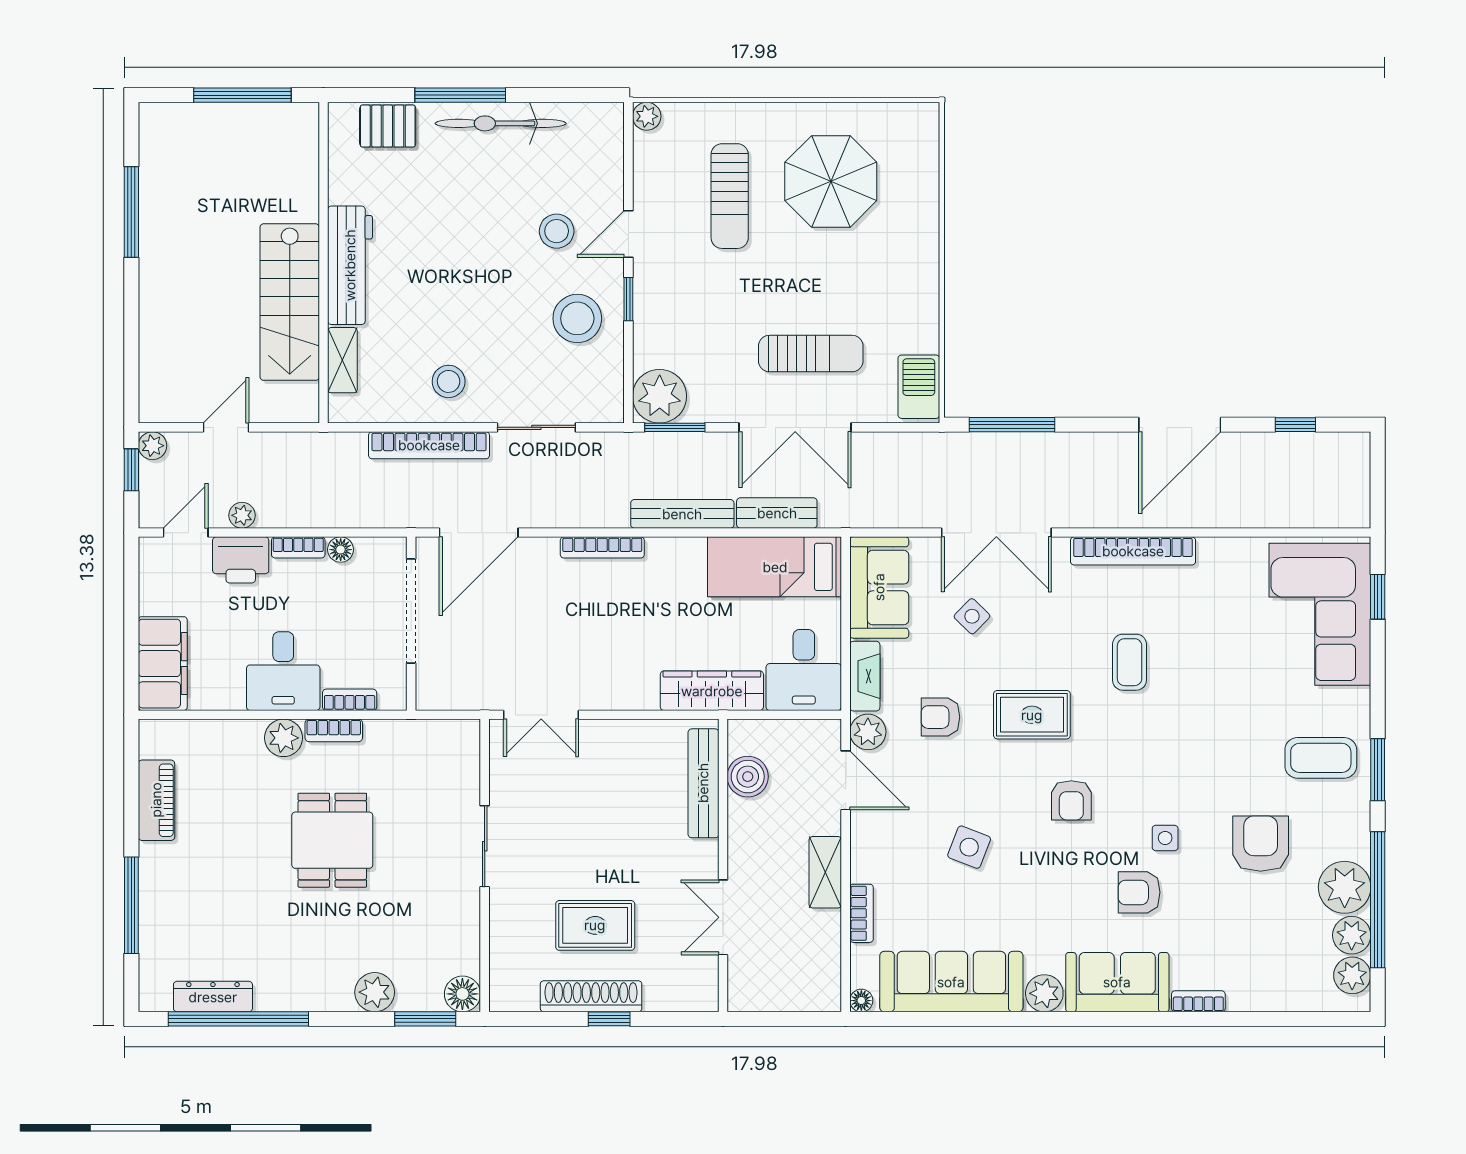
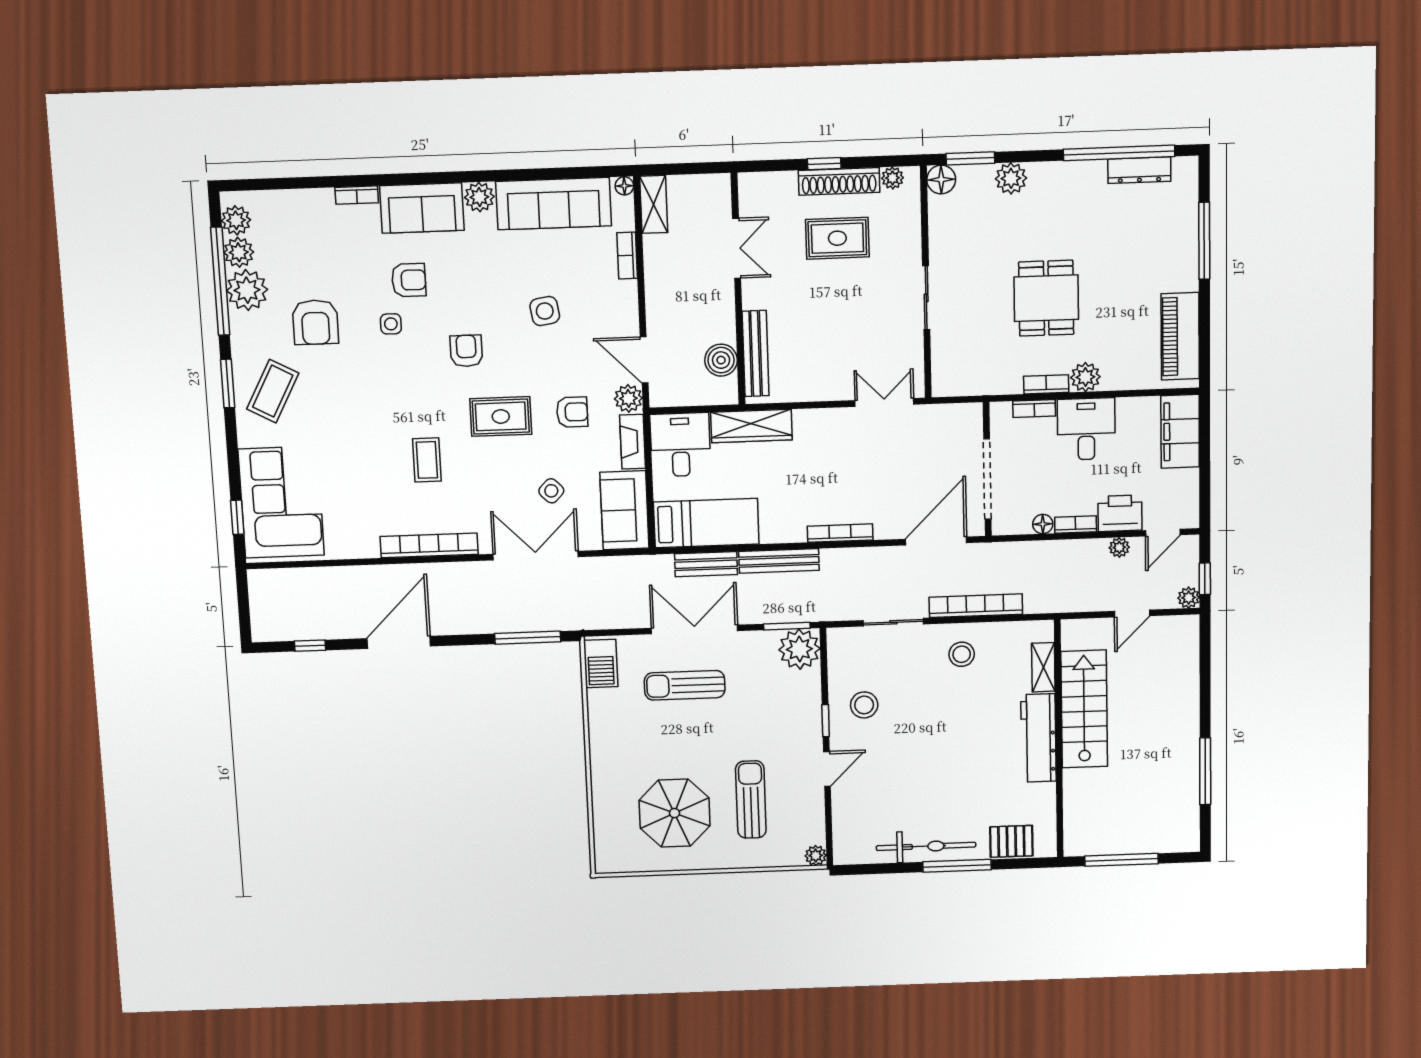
stool: (557, 231) -> (882, 769), removed
stool: (577, 318) -> (864, 705), width x0.73, depth x0.73
coffee table: (1321, 758) -> (273, 391), turned -62
piano: (156, 800) -> (1180, 336), width x1.37, depth x1.33
side table: (969, 847) -> (545, 311), turned -30
shelving: (825, 872) -> (654, 204), moved
plant: (524, 998) -> (893, 178), added

